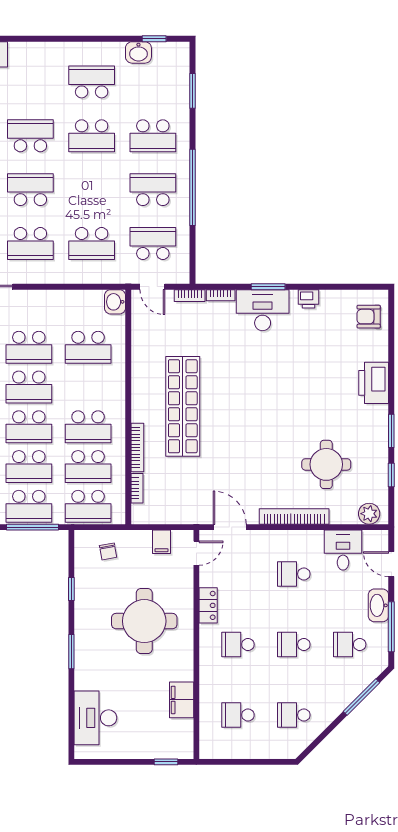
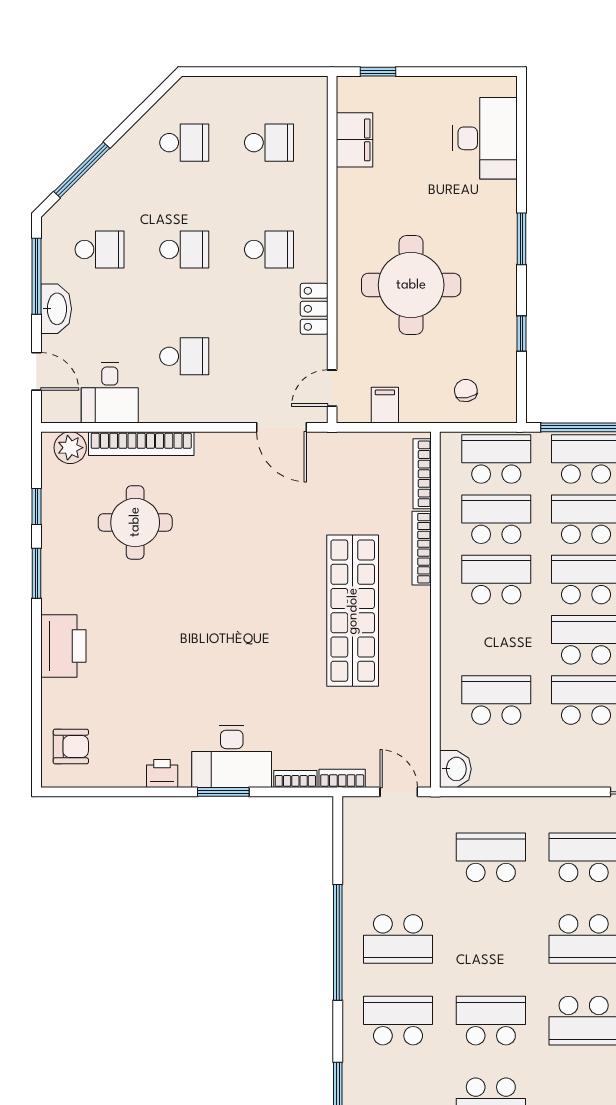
school desk: (153, 243) -> (398, 857), removed
bookcase: (137, 488) -> (422, 474), width x1.56
bookcase: (294, 516) -> (141, 444), moved
filing cabinet: (182, 700) -> (355, 140), moved

